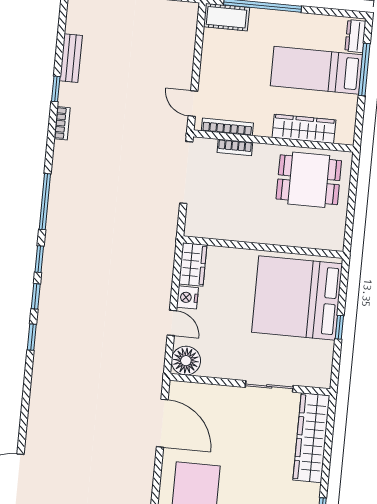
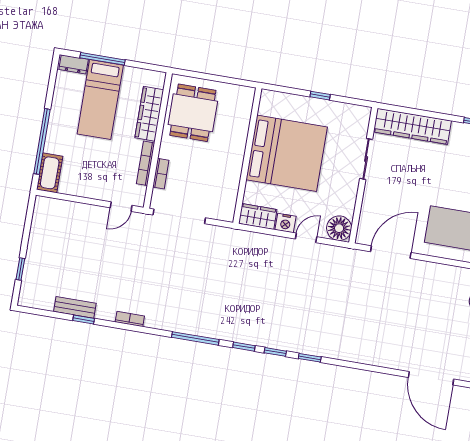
window: (56, 89) -> (84, 320), moved
bookcase: (227, 127) -> (146, 163), moved
bed: (297, 298) -> (287, 153), moved, turned -90

